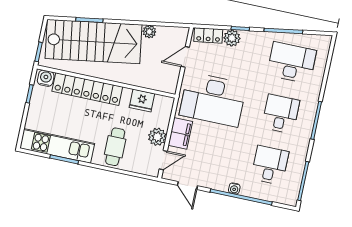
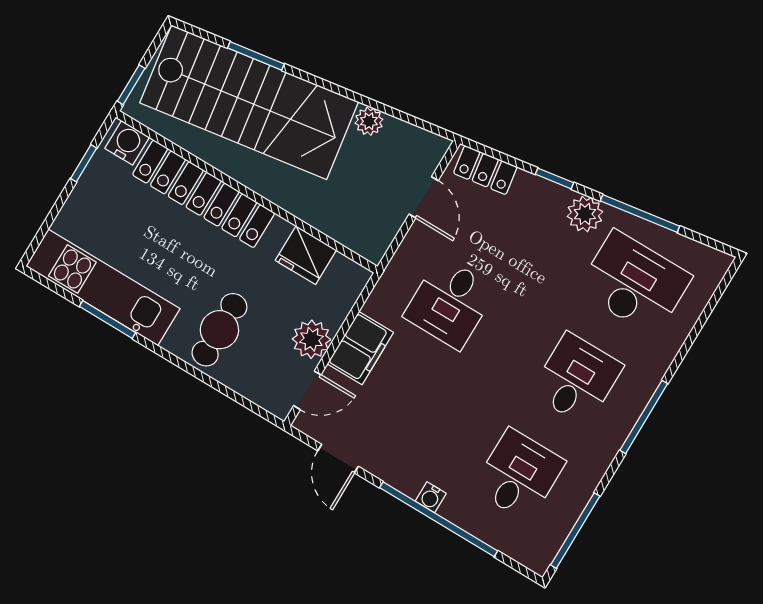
plant: (232, 38) -> (585, 214), moved
door: (185, 57) -> (424, 197), swing flipped
desk: (213, 99) -> (450, 303), width x0.53, depth x0.77

